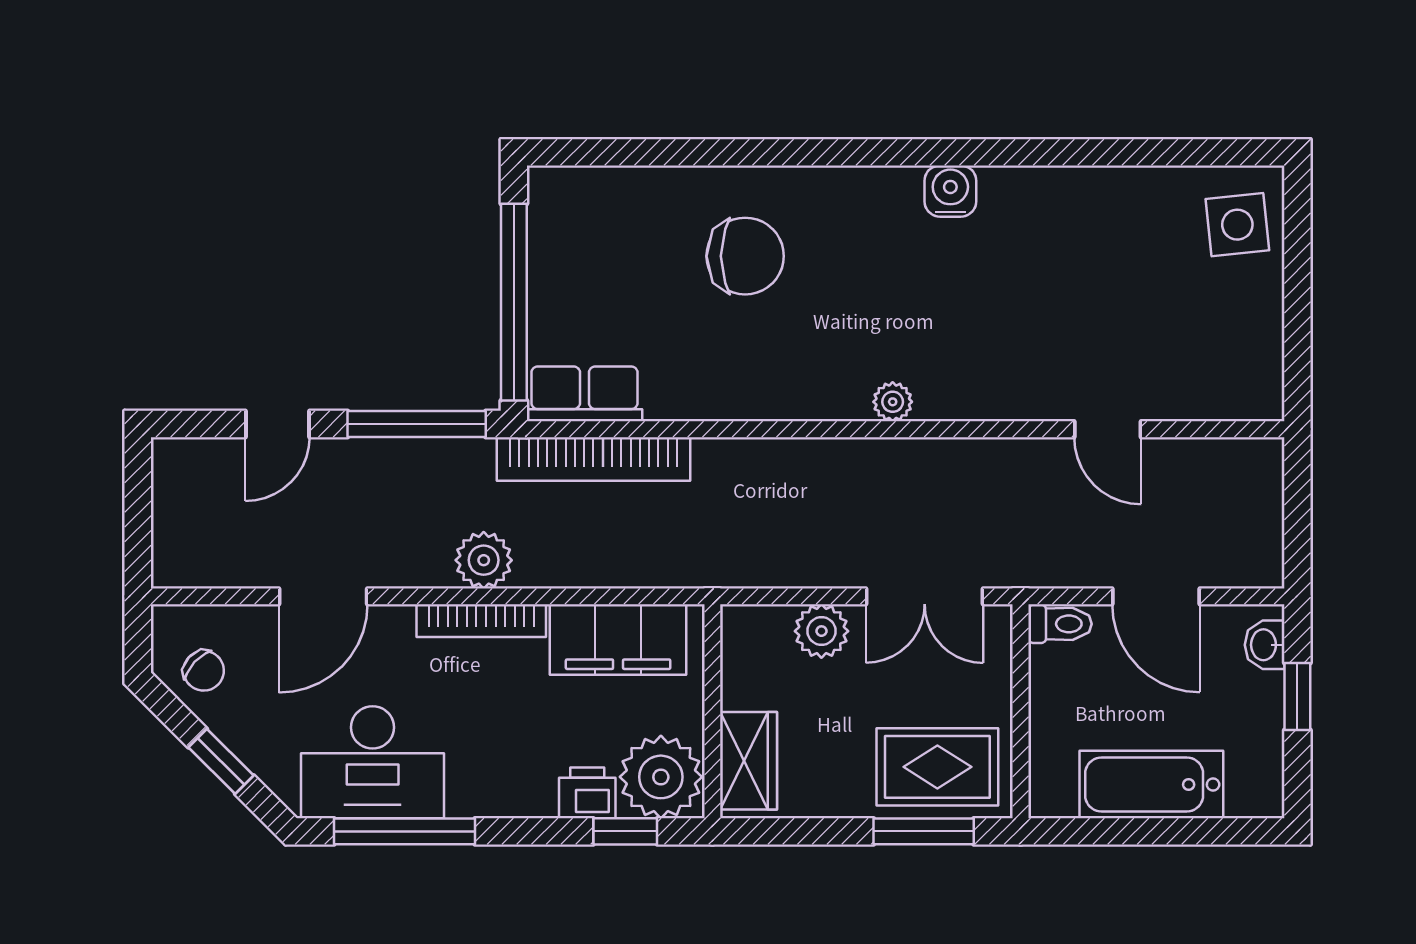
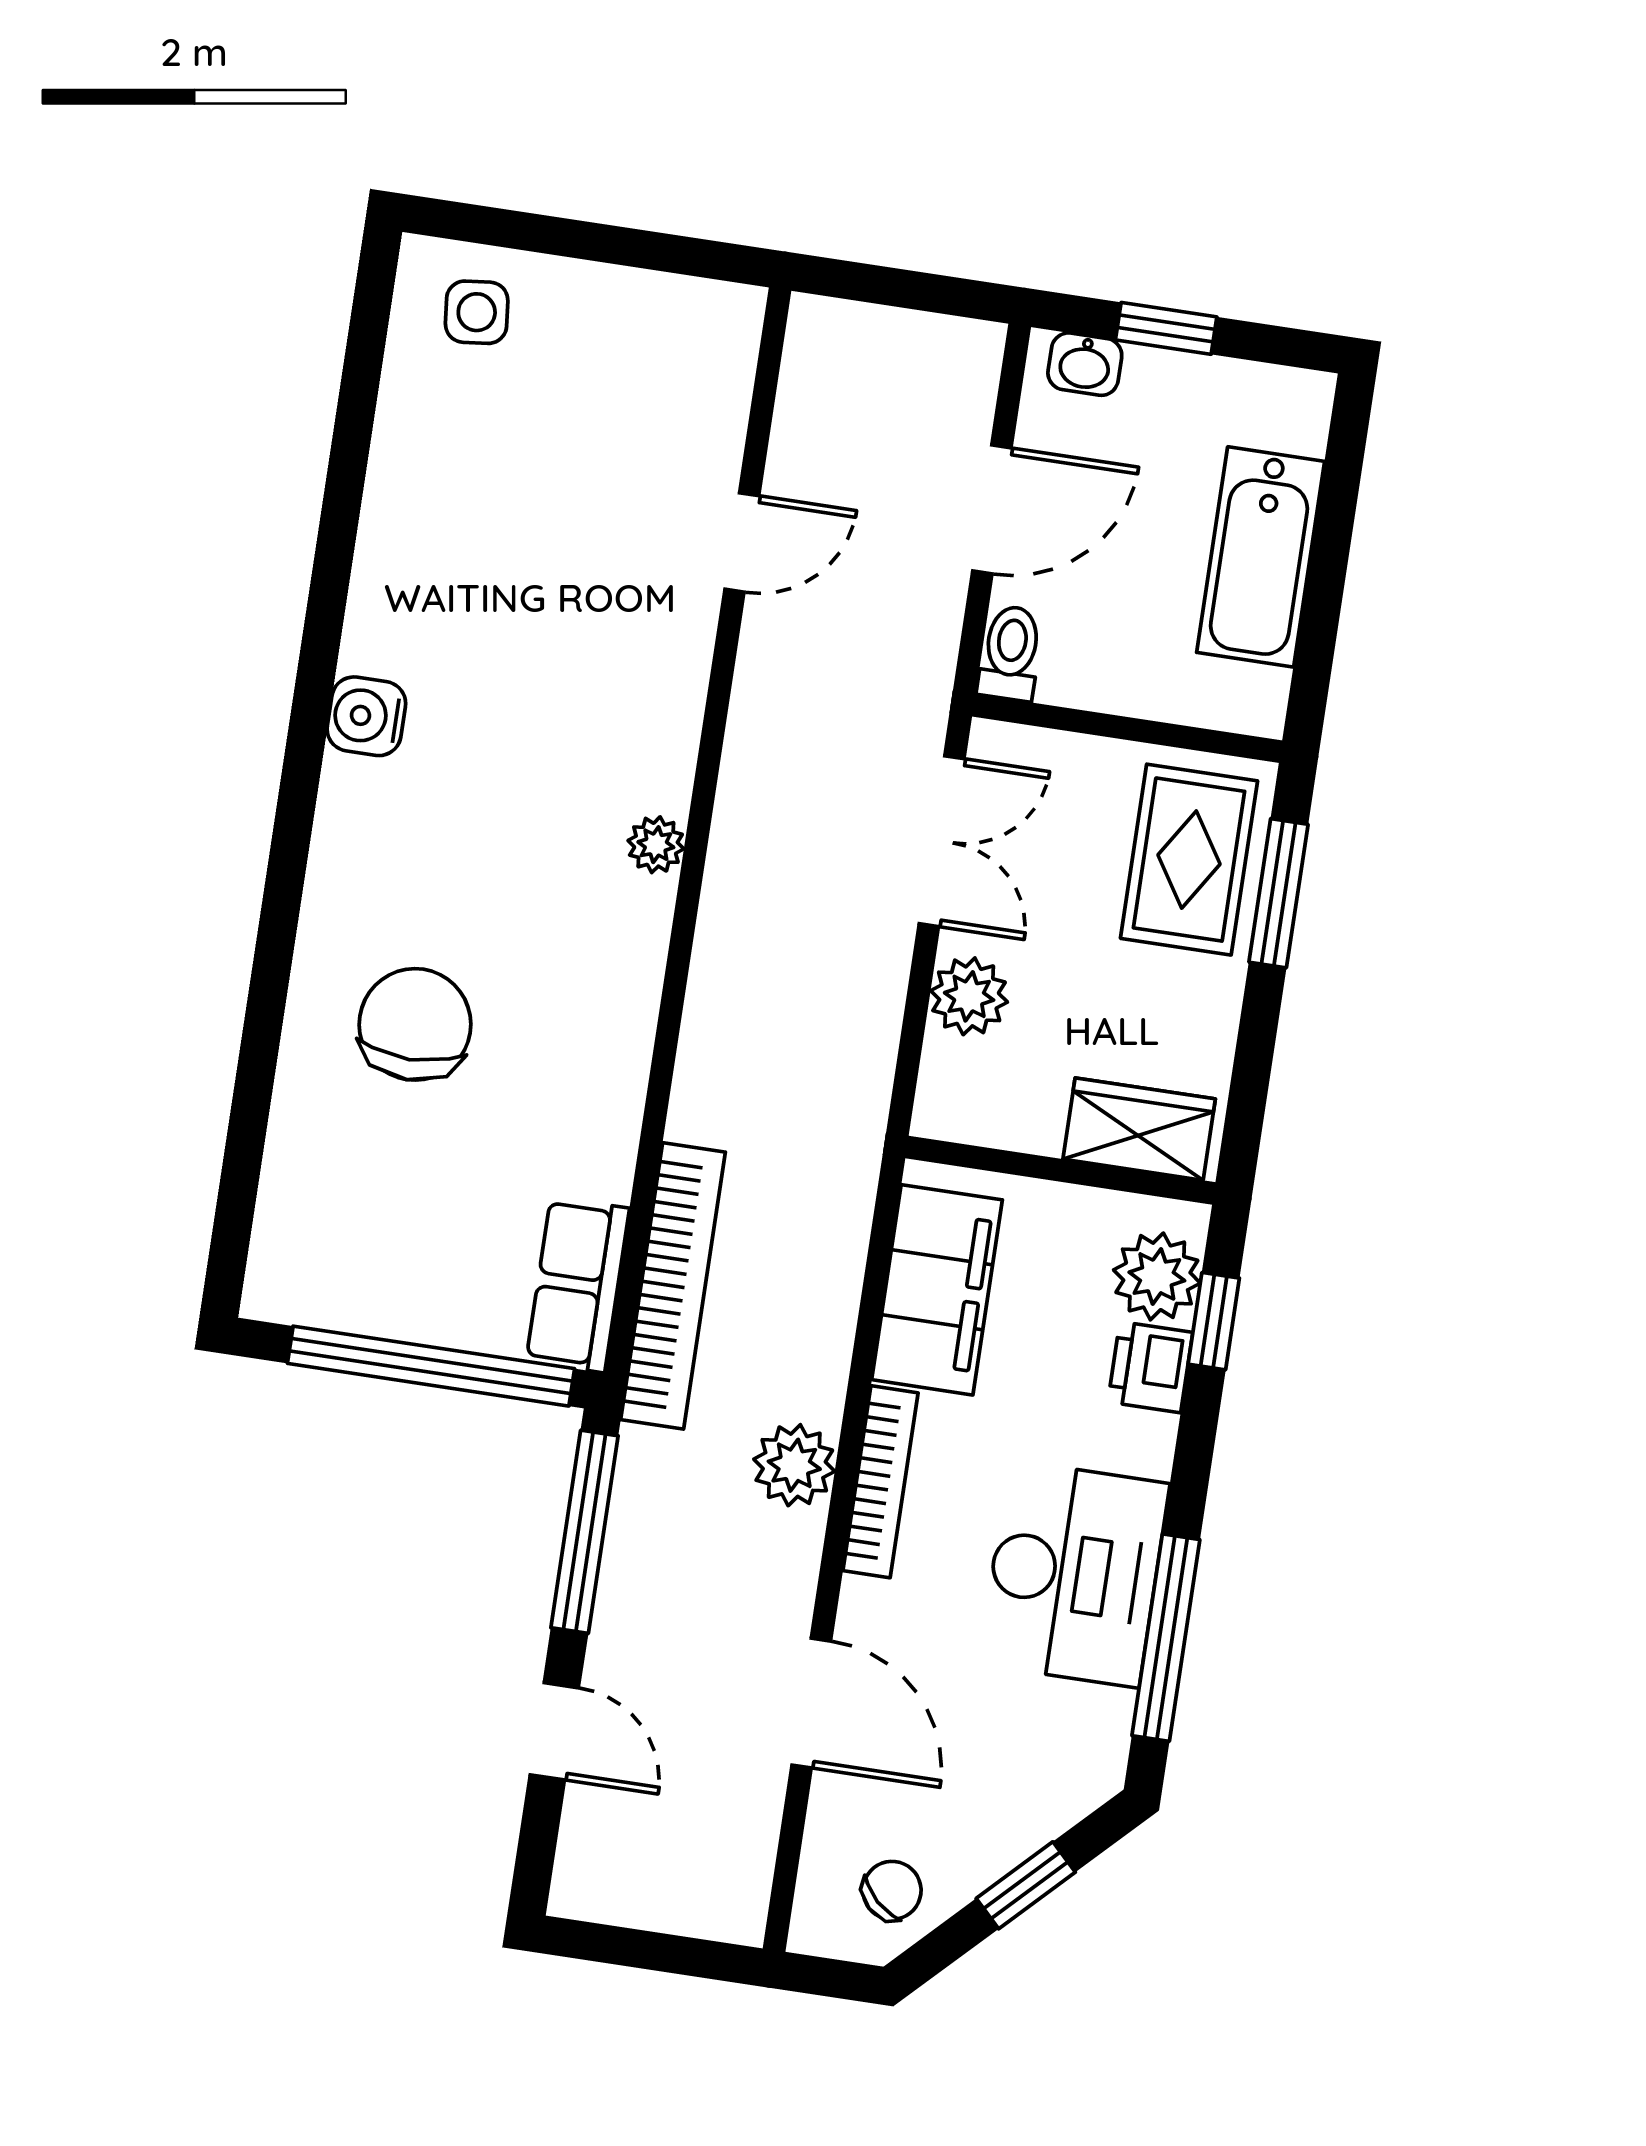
side table: (1237, 225) -> (477, 312), width x0.73, depth x0.73
desk: (373, 762) -> (1074, 1574), moved
plant: (661, 777) -> (1157, 1276), width x0.73, depth x0.73

